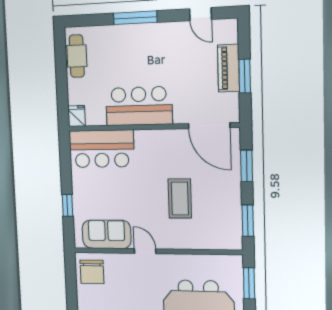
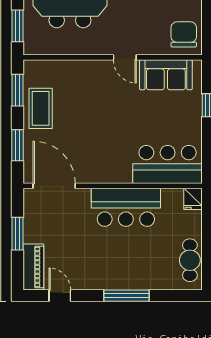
piano: (228, 68) -> (33, 267), moved
coffee table: (180, 199) -> (41, 108), moved

